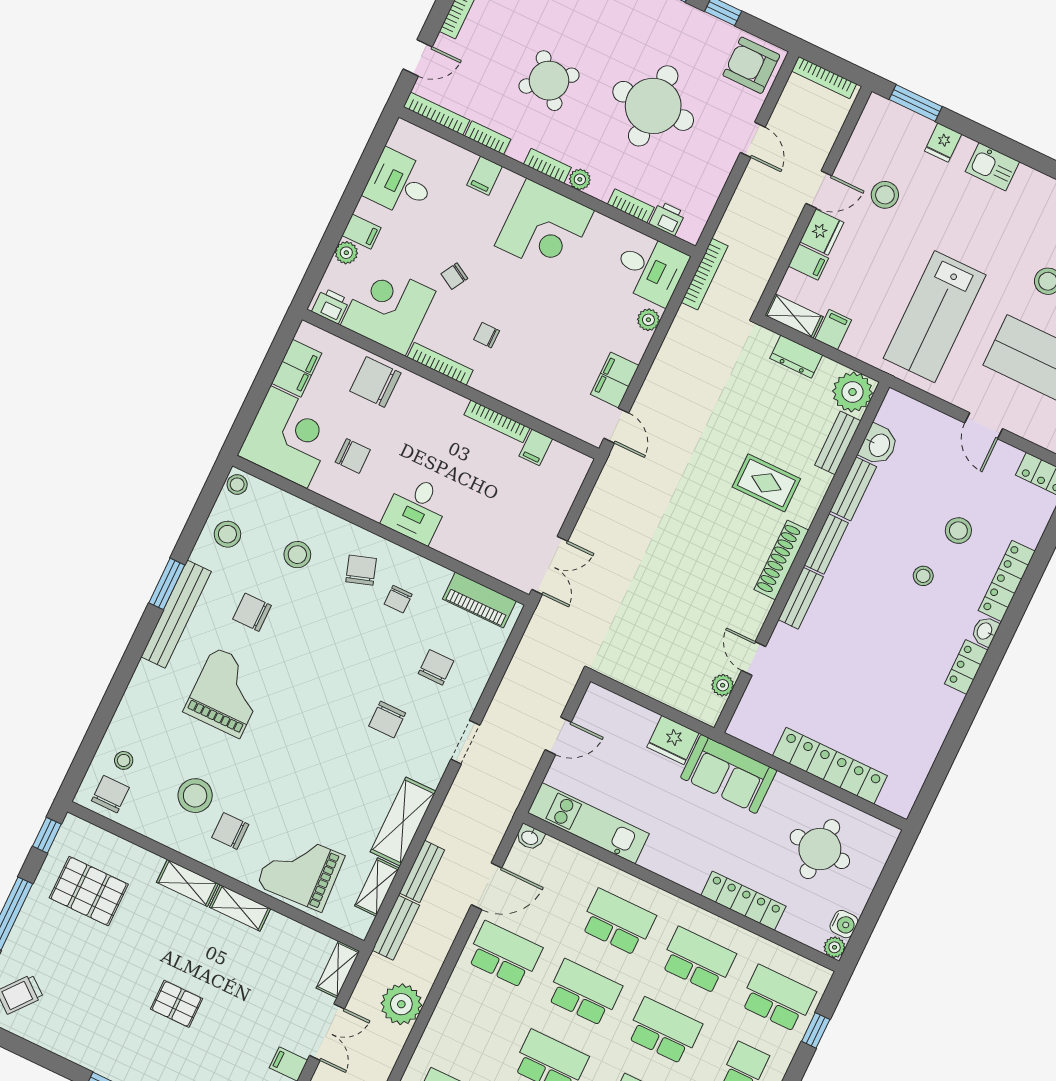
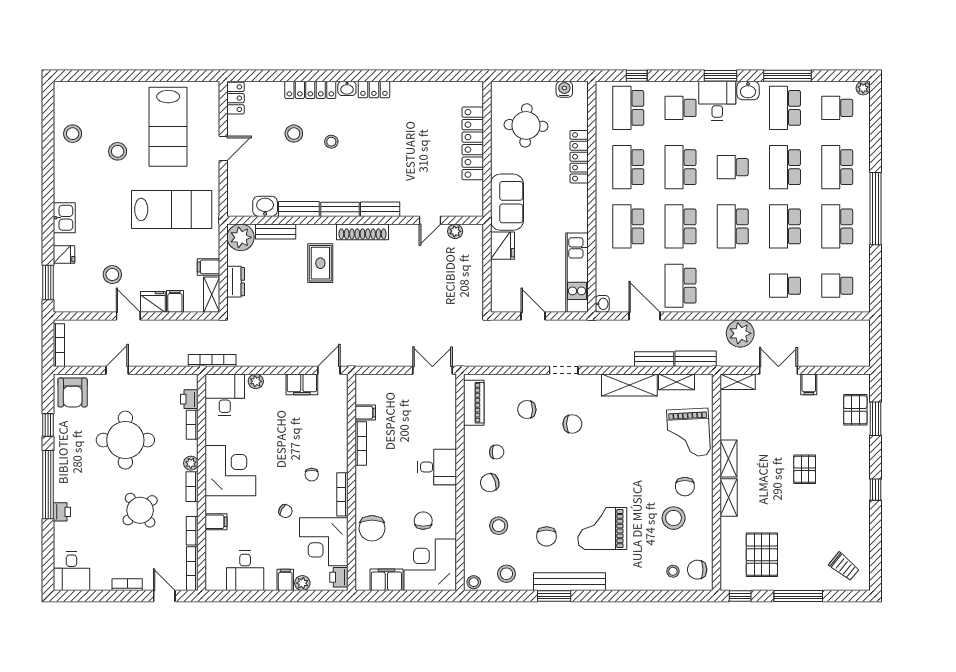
plant: (835, 947) -> (581, 88), removed

